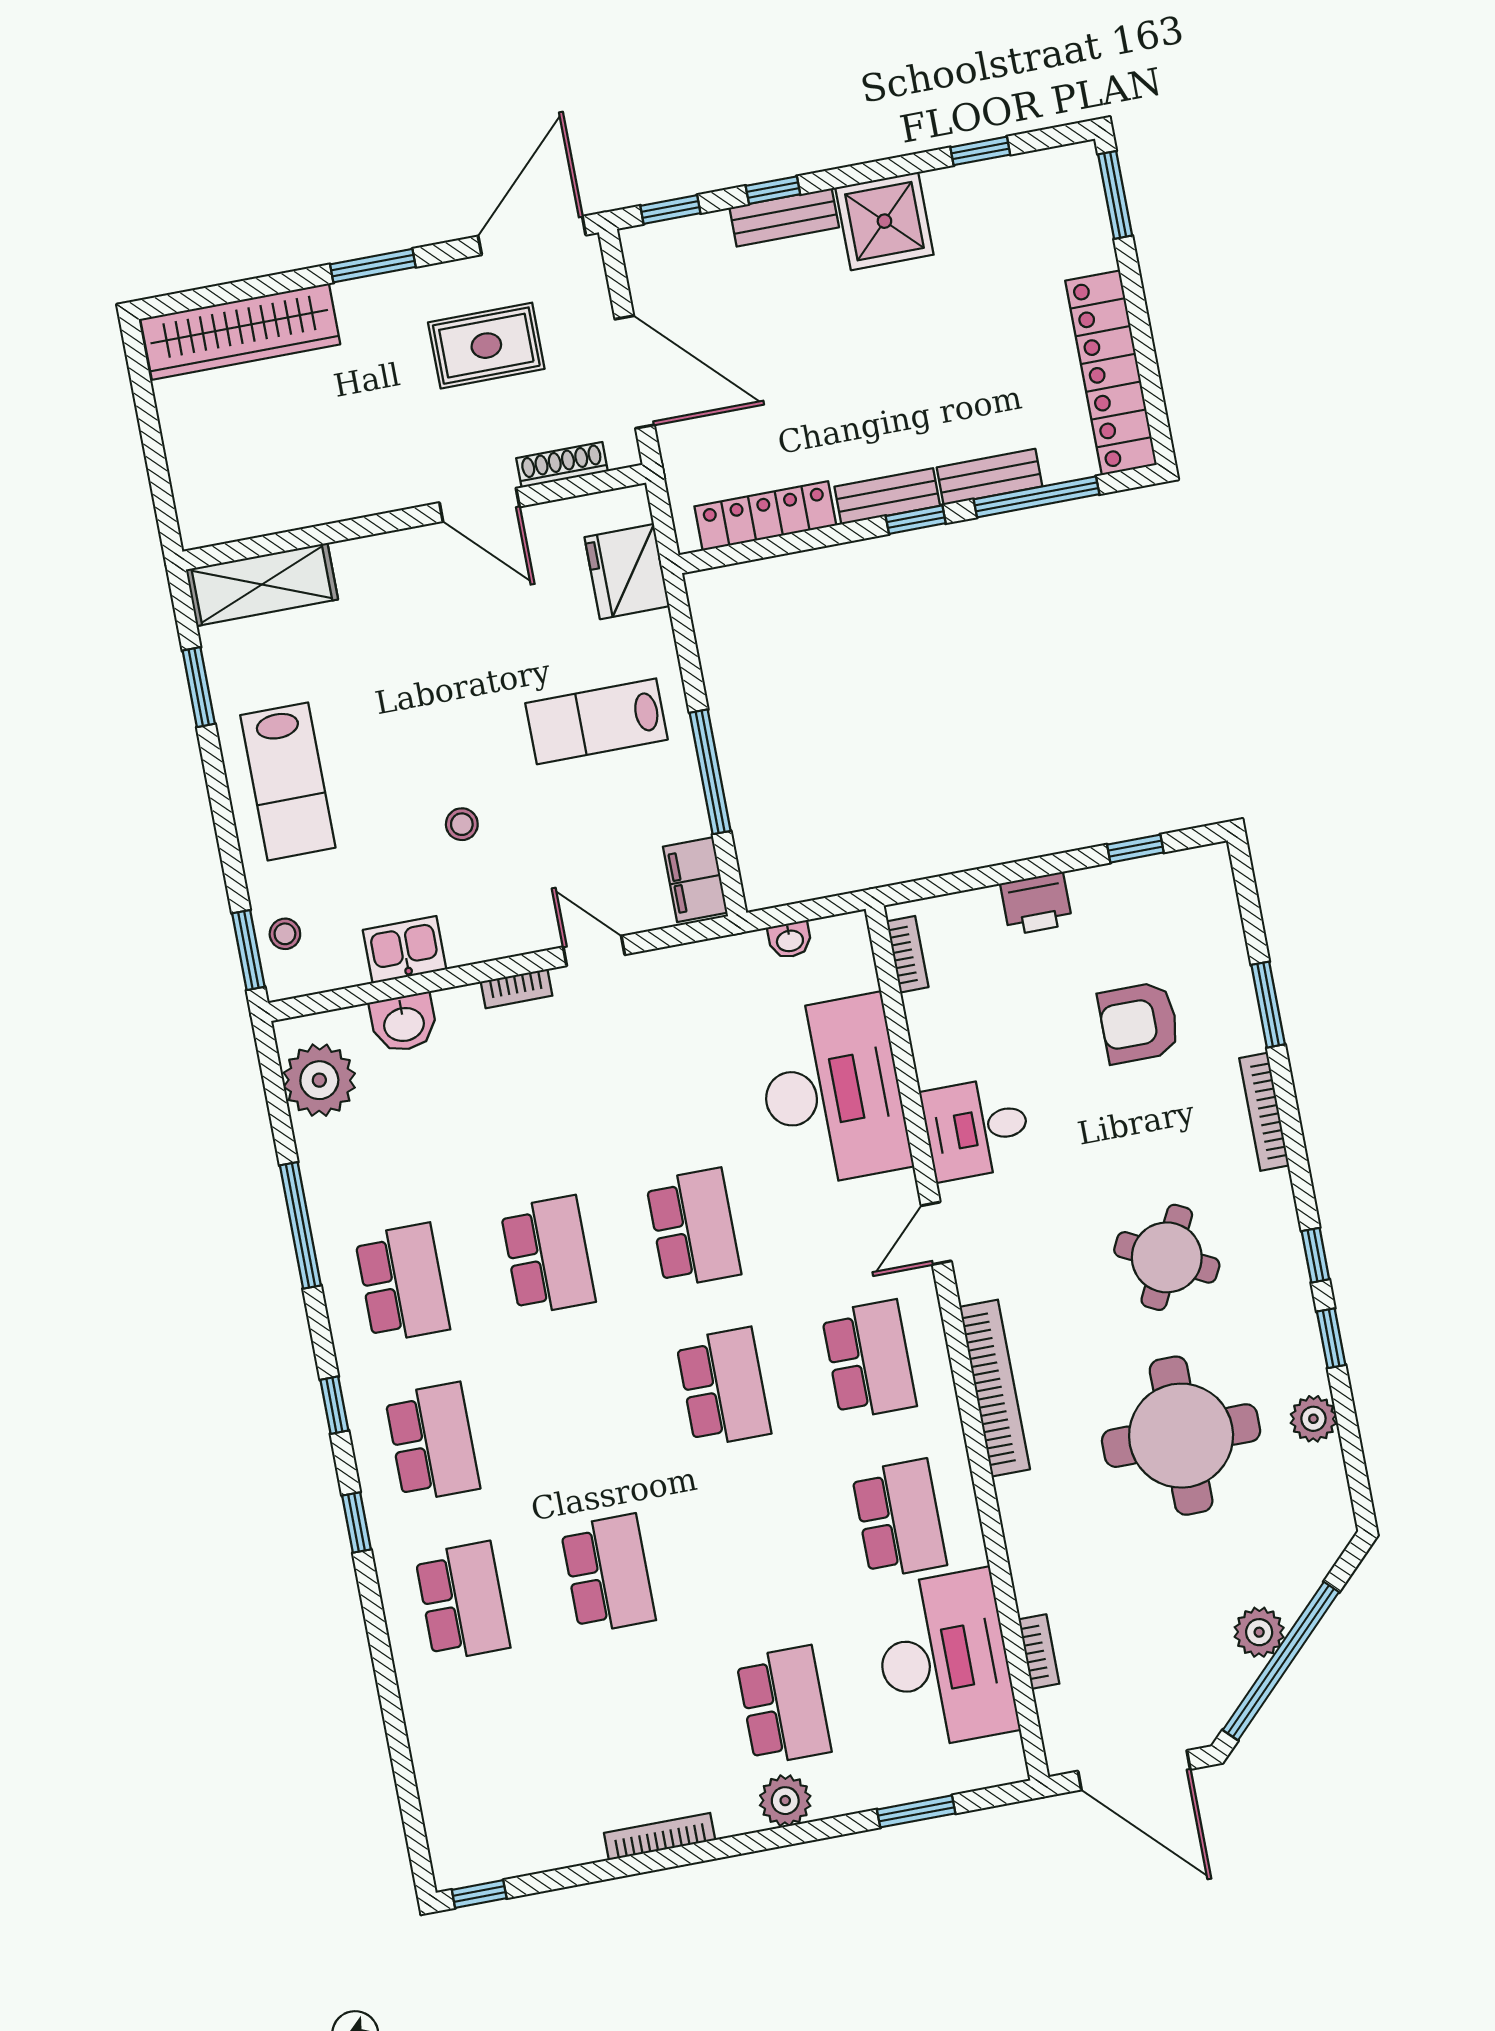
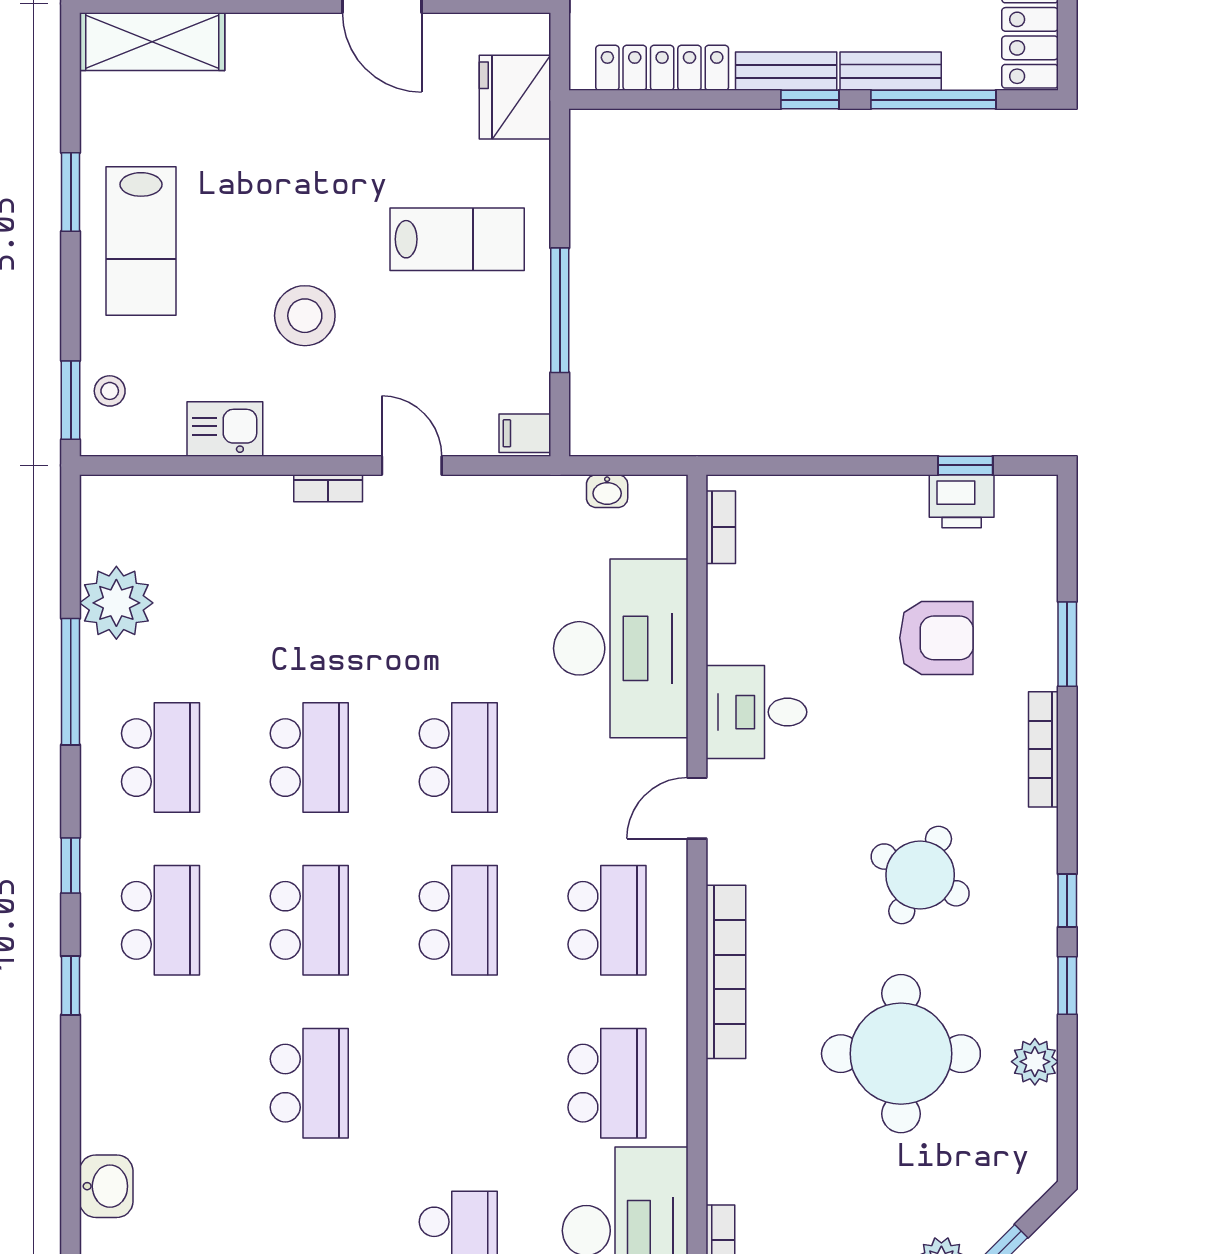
window: (199, 687) -> (71, 192), moved
lab bench: (597, 721) -> (457, 239), turned 180
stool: (462, 824) -> (305, 316), width x1.89, depth x1.89
filing cabinet: (695, 880) -> (525, 433), width x0.50
printer: (1036, 904) -> (962, 501), moved
washbasin: (404, 1023) -> (106, 1186), moved, turned -90
armchair: (1139, 1023) -> (936, 638), turned 180
plant: (319, 1080) -> (116, 603), moved
school desk: (462, 1601) -> (309, 920), moved

